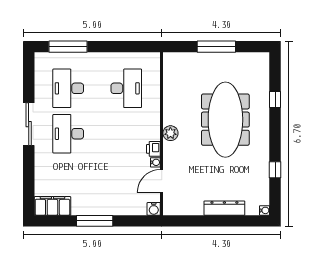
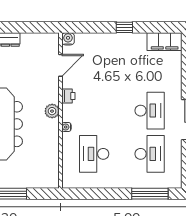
water cooler: (155, 162) -> (66, 127), moved
window: (95, 221) -> (124, 27), width x0.46

